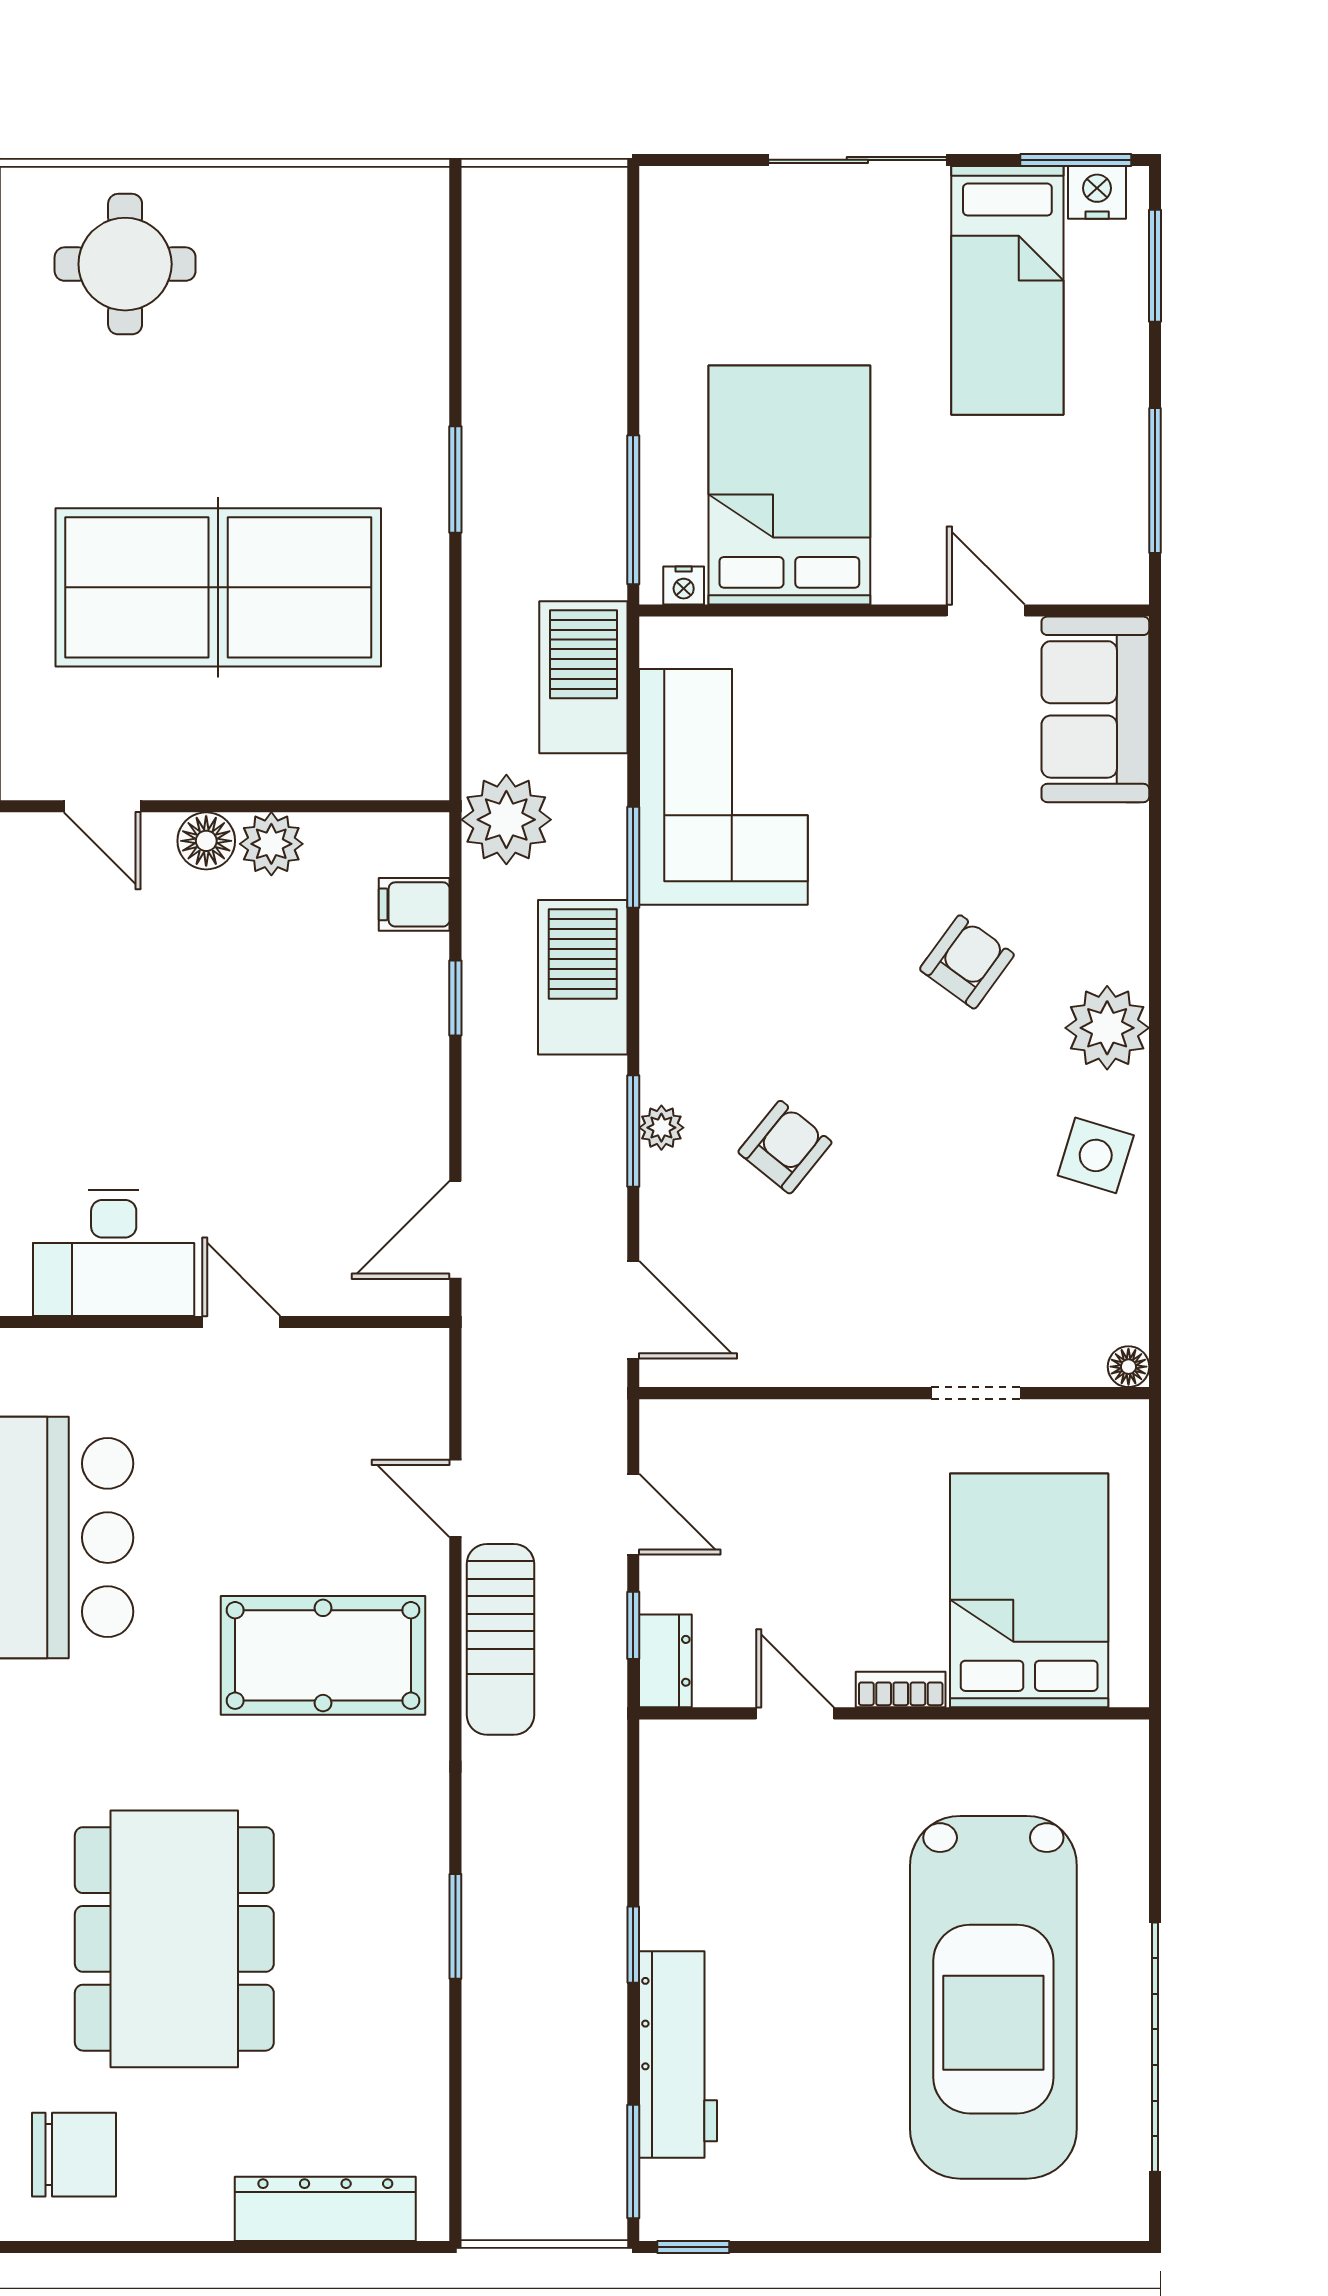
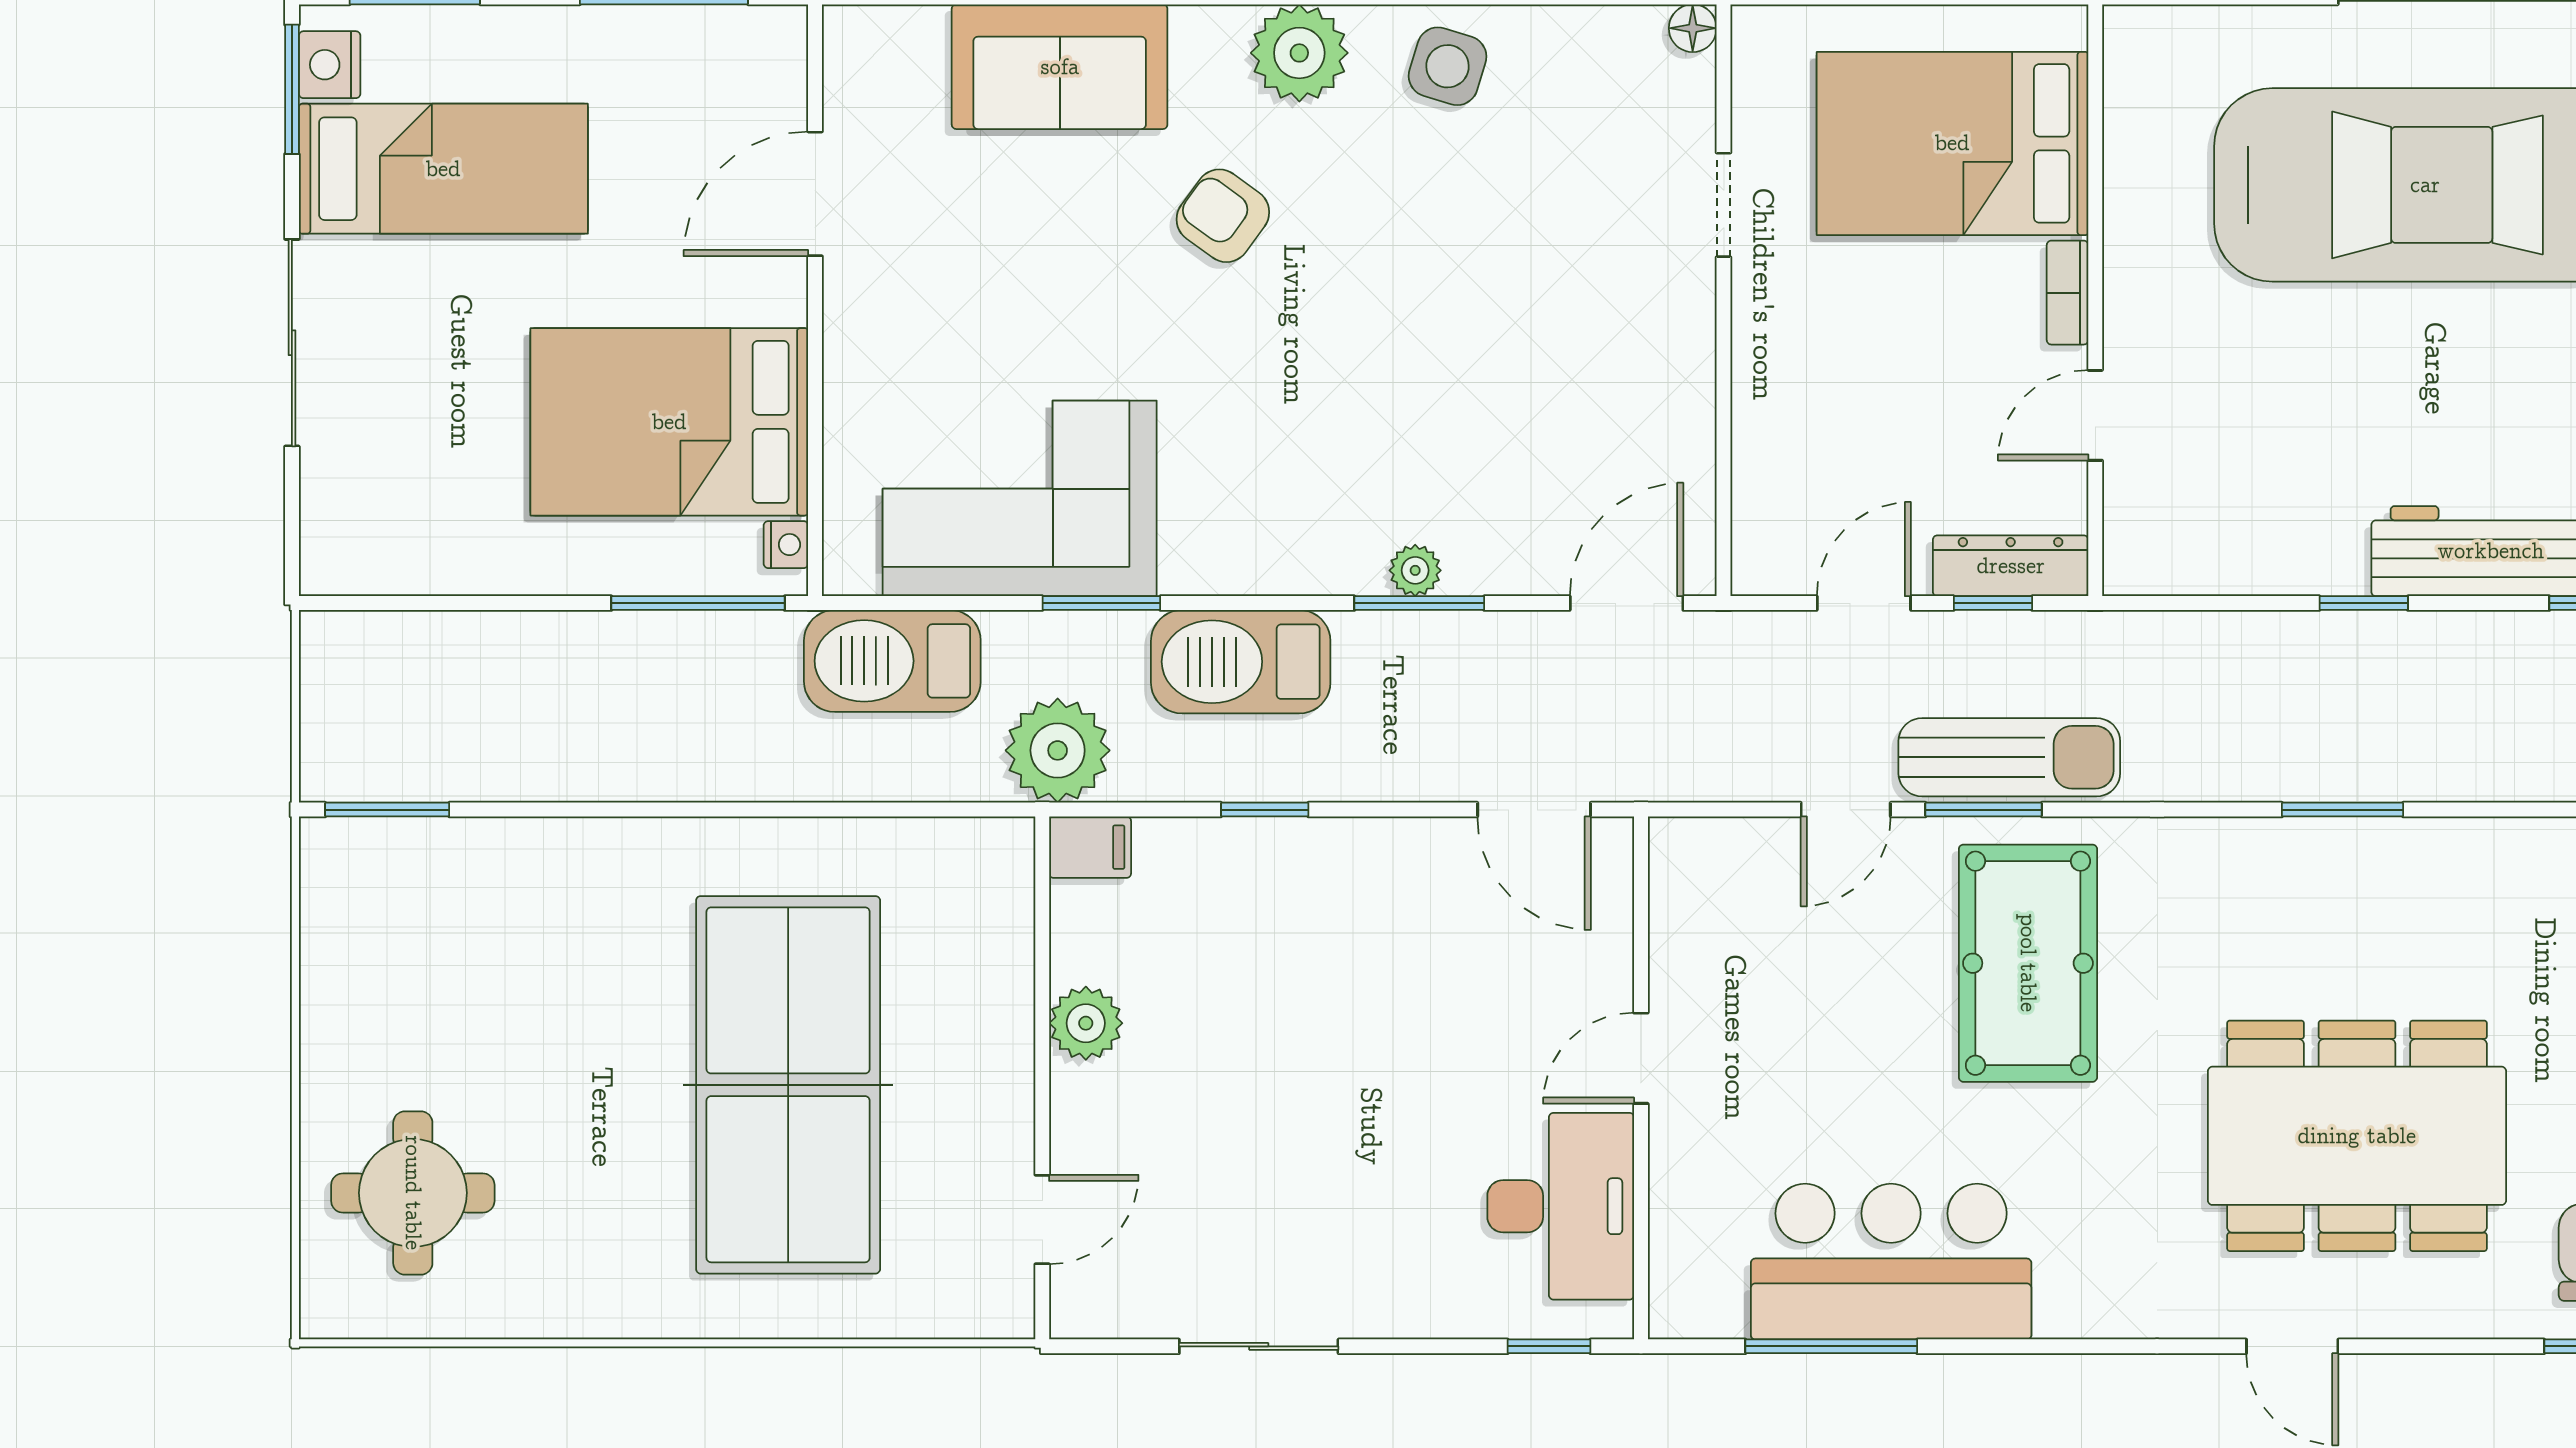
window: (455, 479) -> (387, 810), moved
door: (986, 611) -> (815, 194), width x1.38
sofa: (1095, 709) -> (1060, 67), moved
floor lamp: (206, 841) -> (1082, 1099), removed
filing cabinet: (414, 904) -> (1090, 847), moved, turned -90
armchair: (785, 1147) -> (1438, 427), removed
window: (455, 1617) -> (1984, 810), added
dresser: (665, 1661) -> (2011, 566), width x1.44

